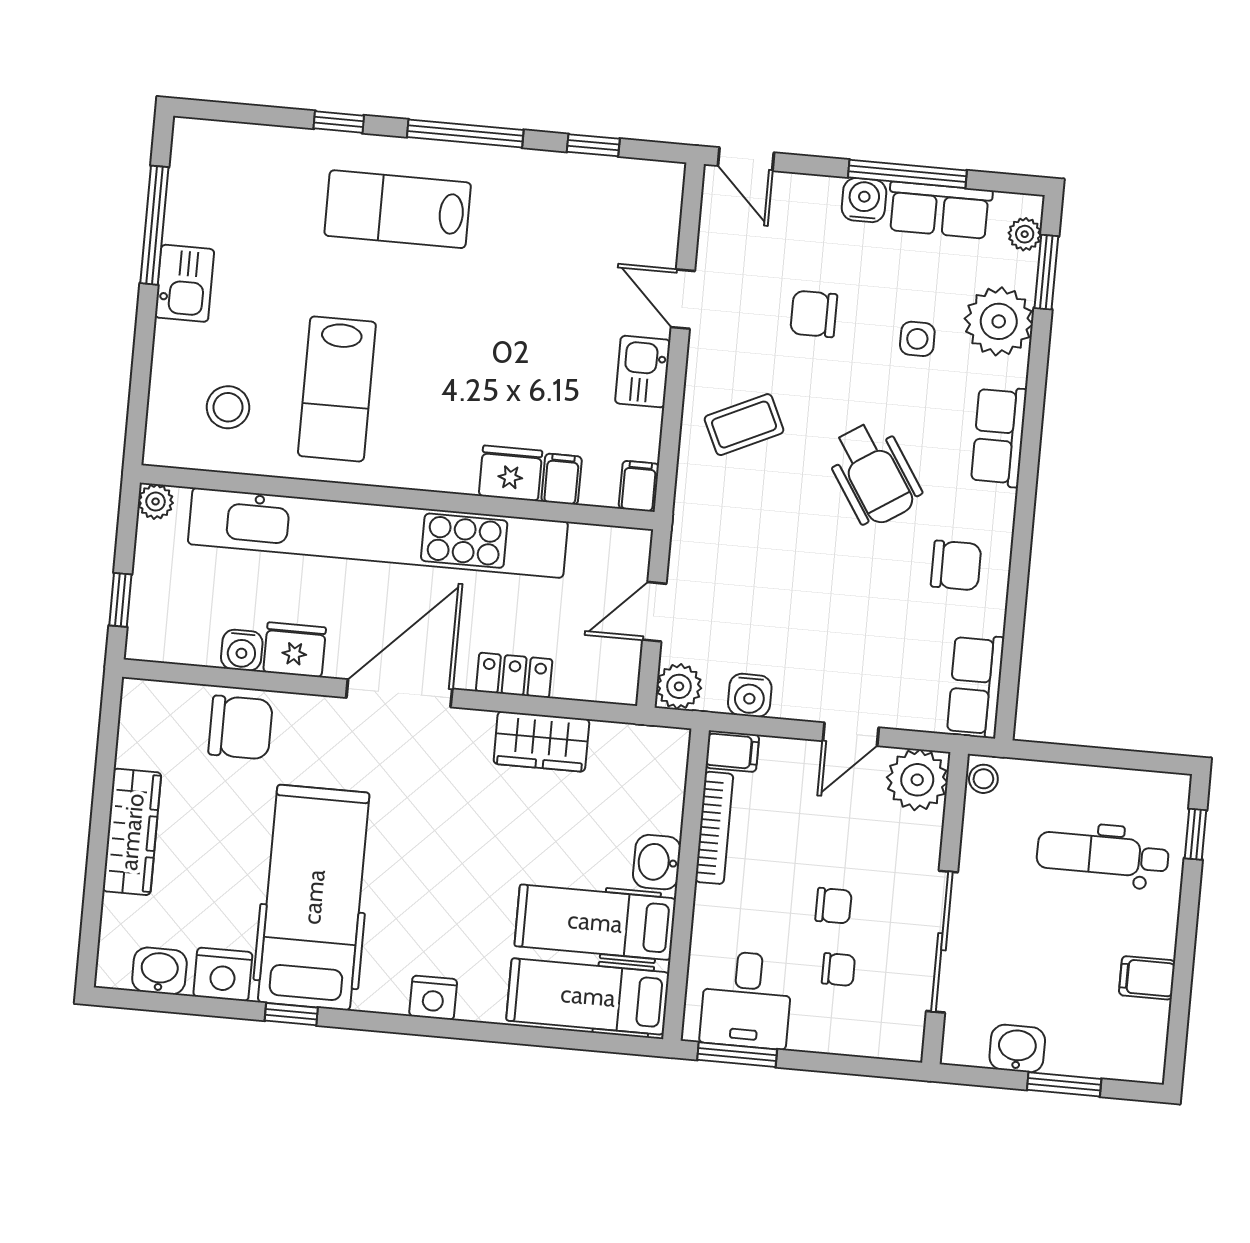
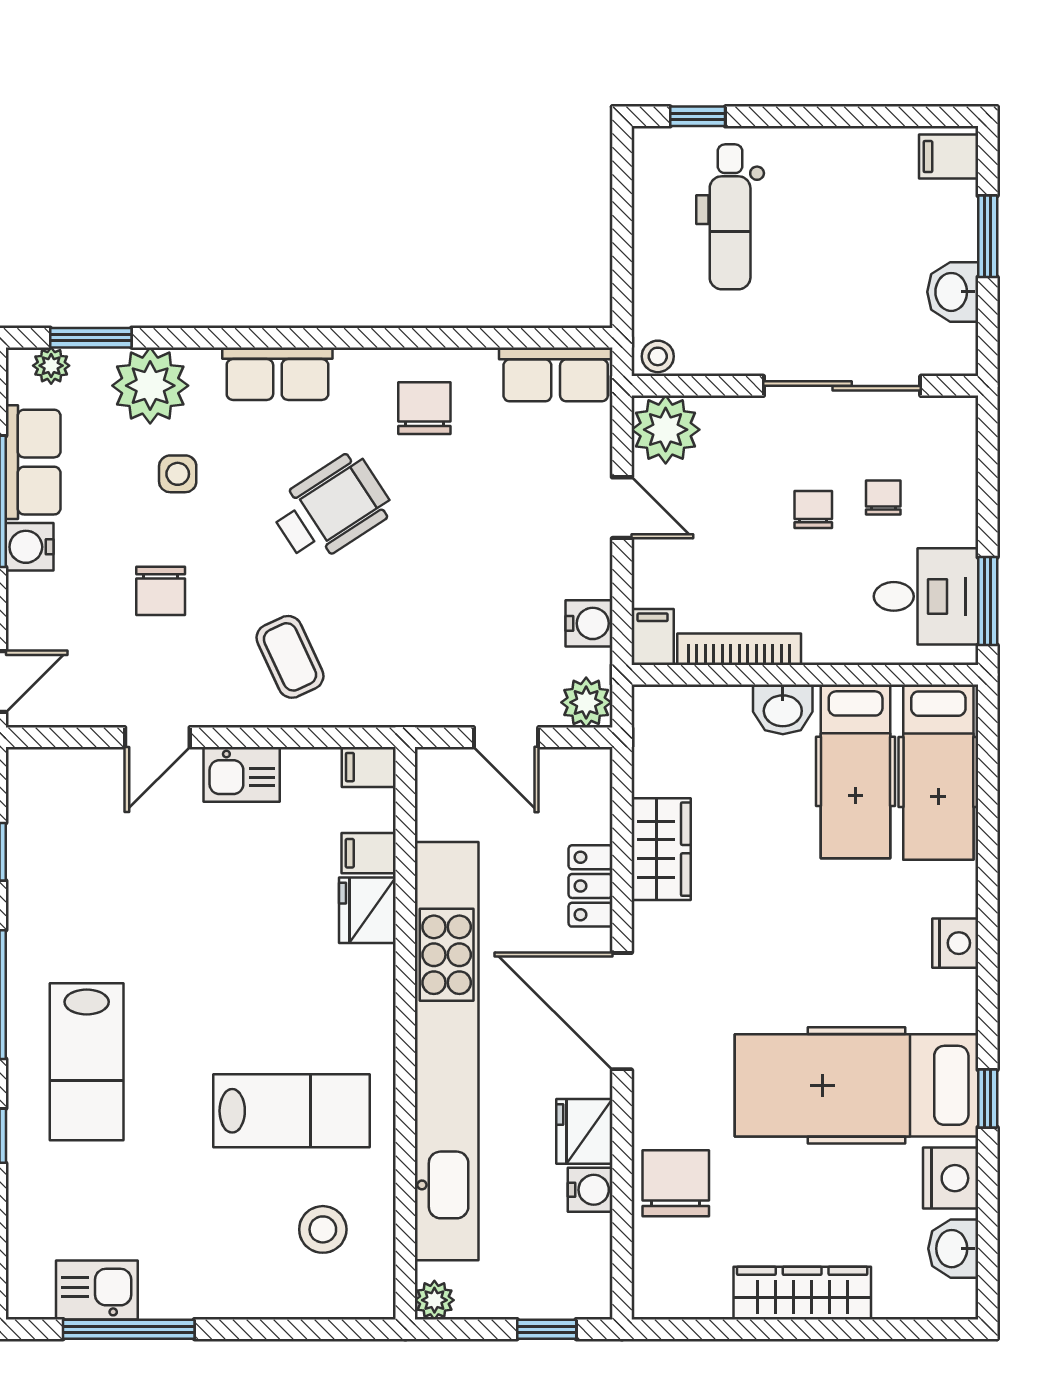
kitchen sink: (185, 283) -> (97, 1290), moved
filing cabinet: (1147, 978) -> (949, 157), moved, turned 90

